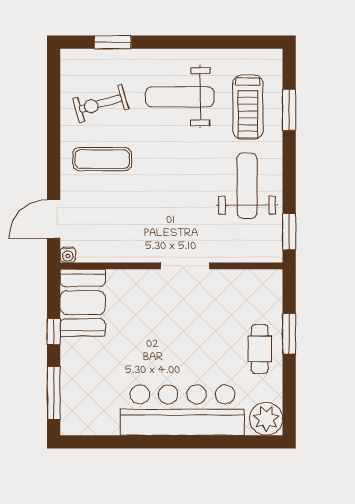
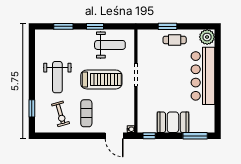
treadmill: (248, 107) -> (101, 79), moved, width x1.37, depth x1.38
weight bench: (247, 186) -> (110, 45), moved, turned 180
window: (289, 232) -> (95, 26), moved
booth: (83, 303) -> (173, 122), moved
window: (54, 332) -> (149, 136), moved

